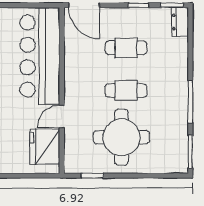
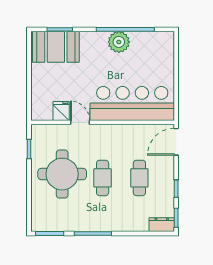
fridge: (45, 147) -> (61, 111), width x0.53, depth x0.75

